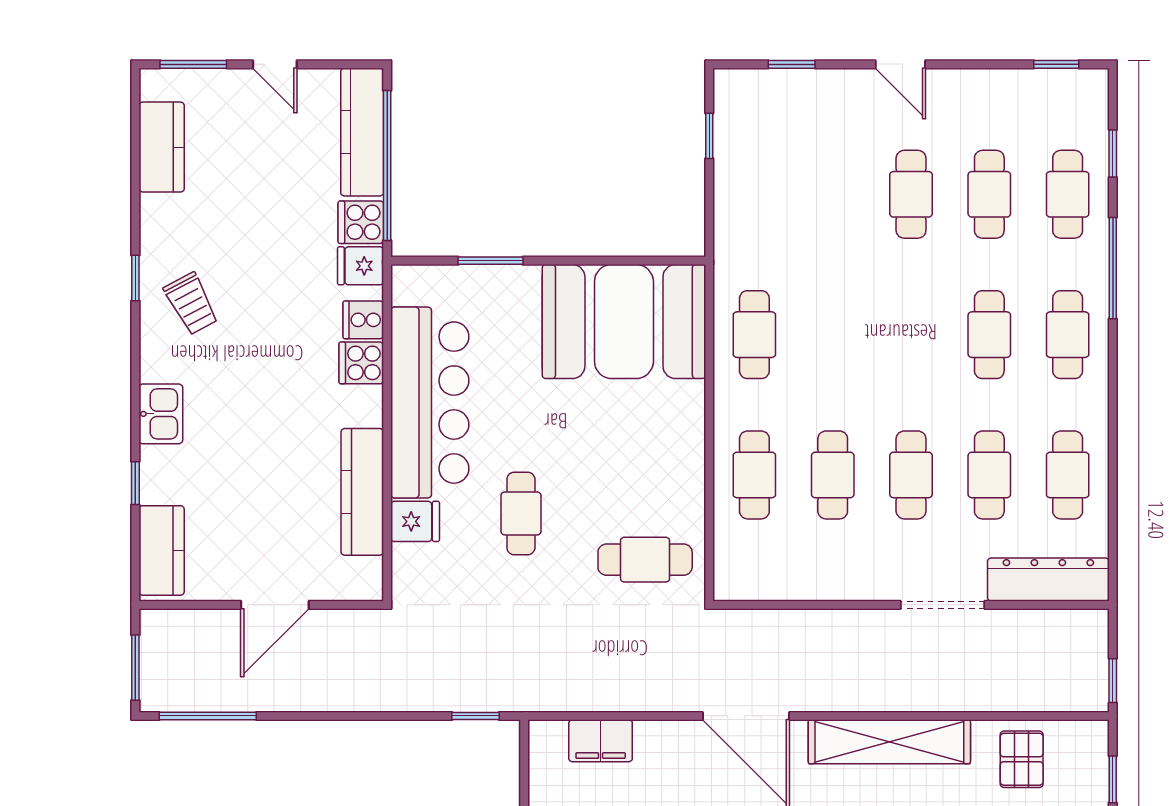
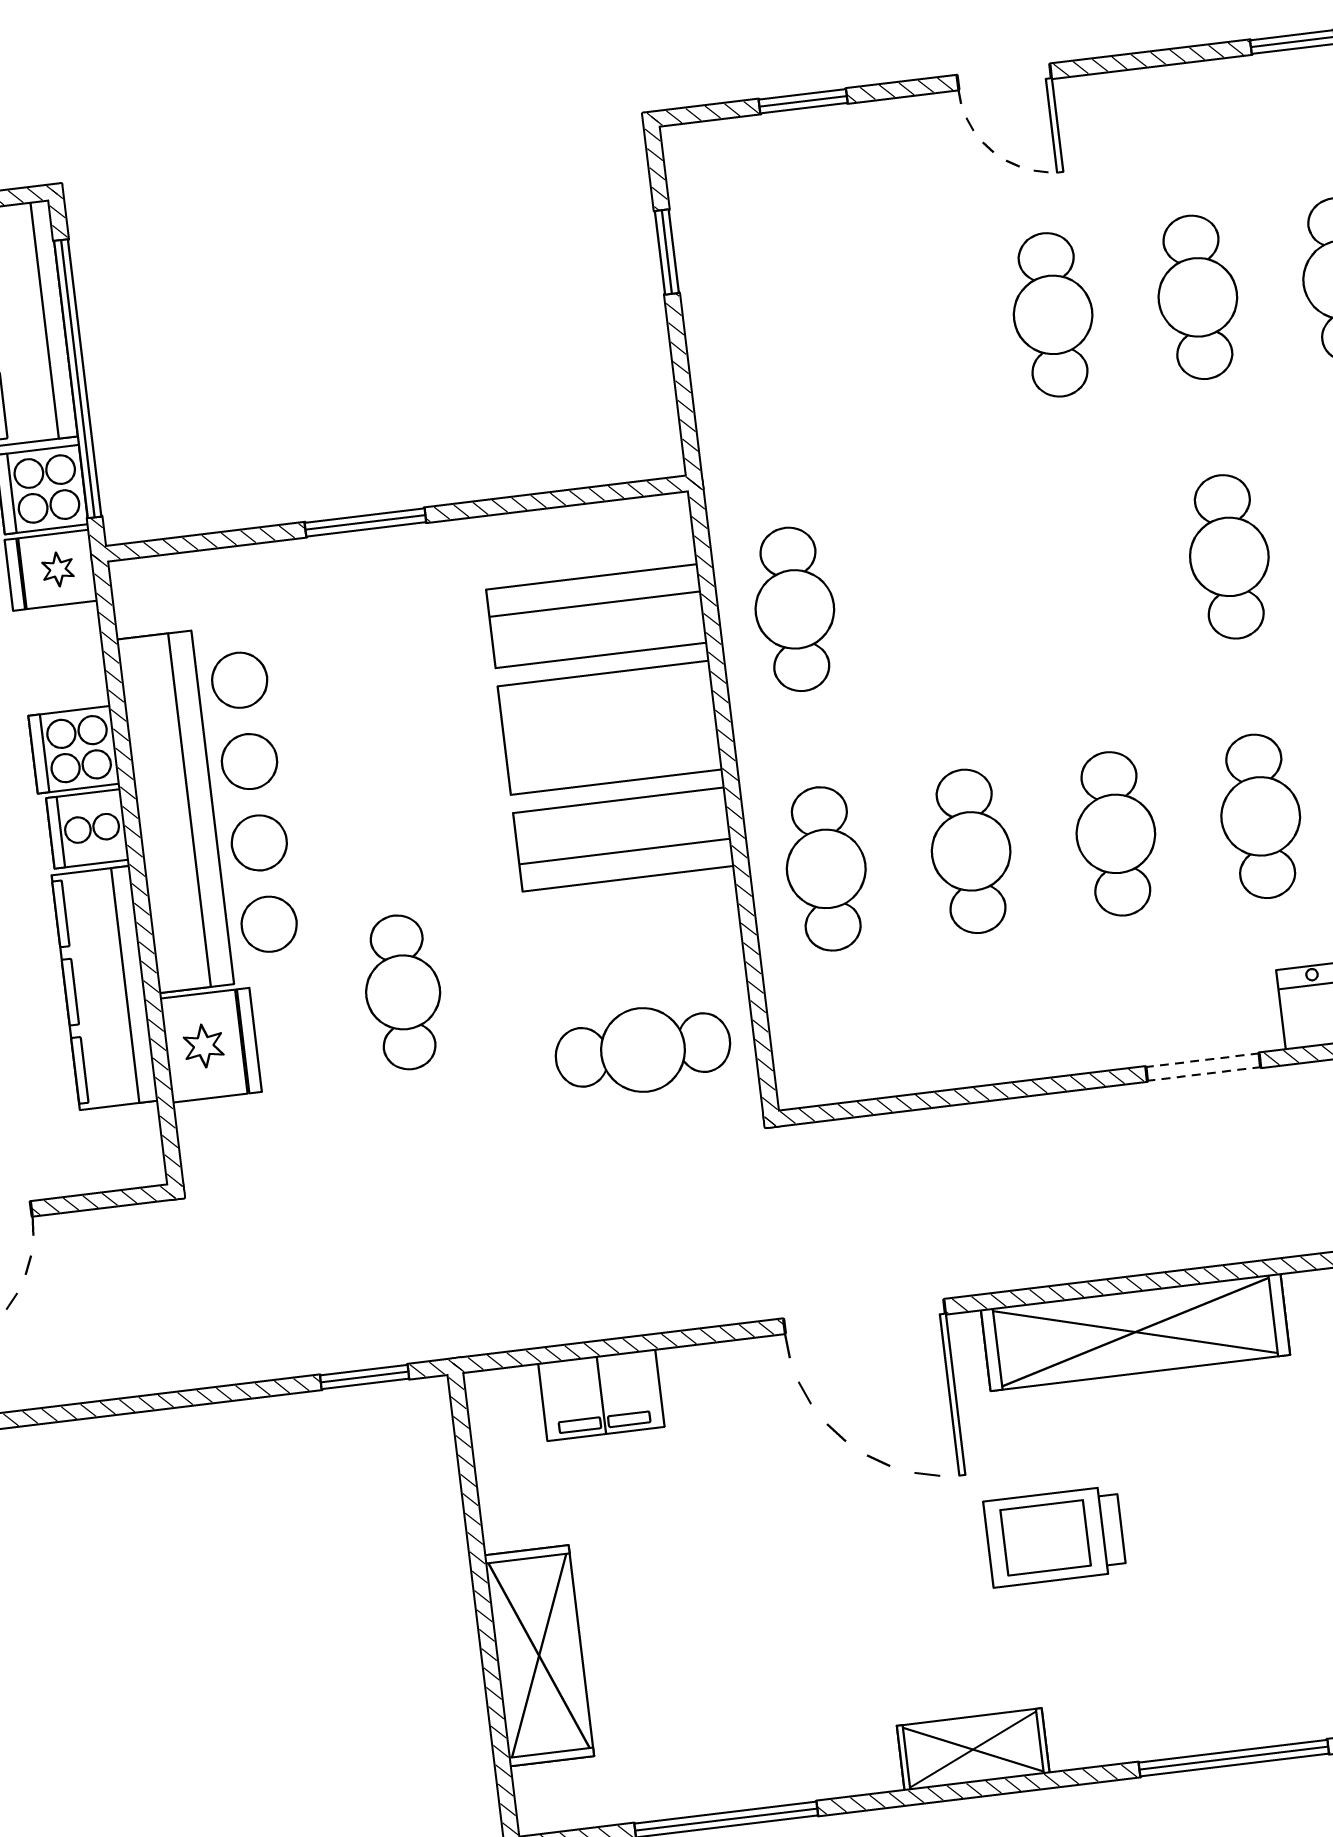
window: (490, 261) -> (365, 522), moved
cooker: (363, 320) -> (88, 829), moved
booth: (624, 322) -> (610, 728), moved, turned 90
fridge: (415, 521) -> (211, 1045), width x1.38
doorway: (943, 605) -> (1203, 1067), width x0.73

